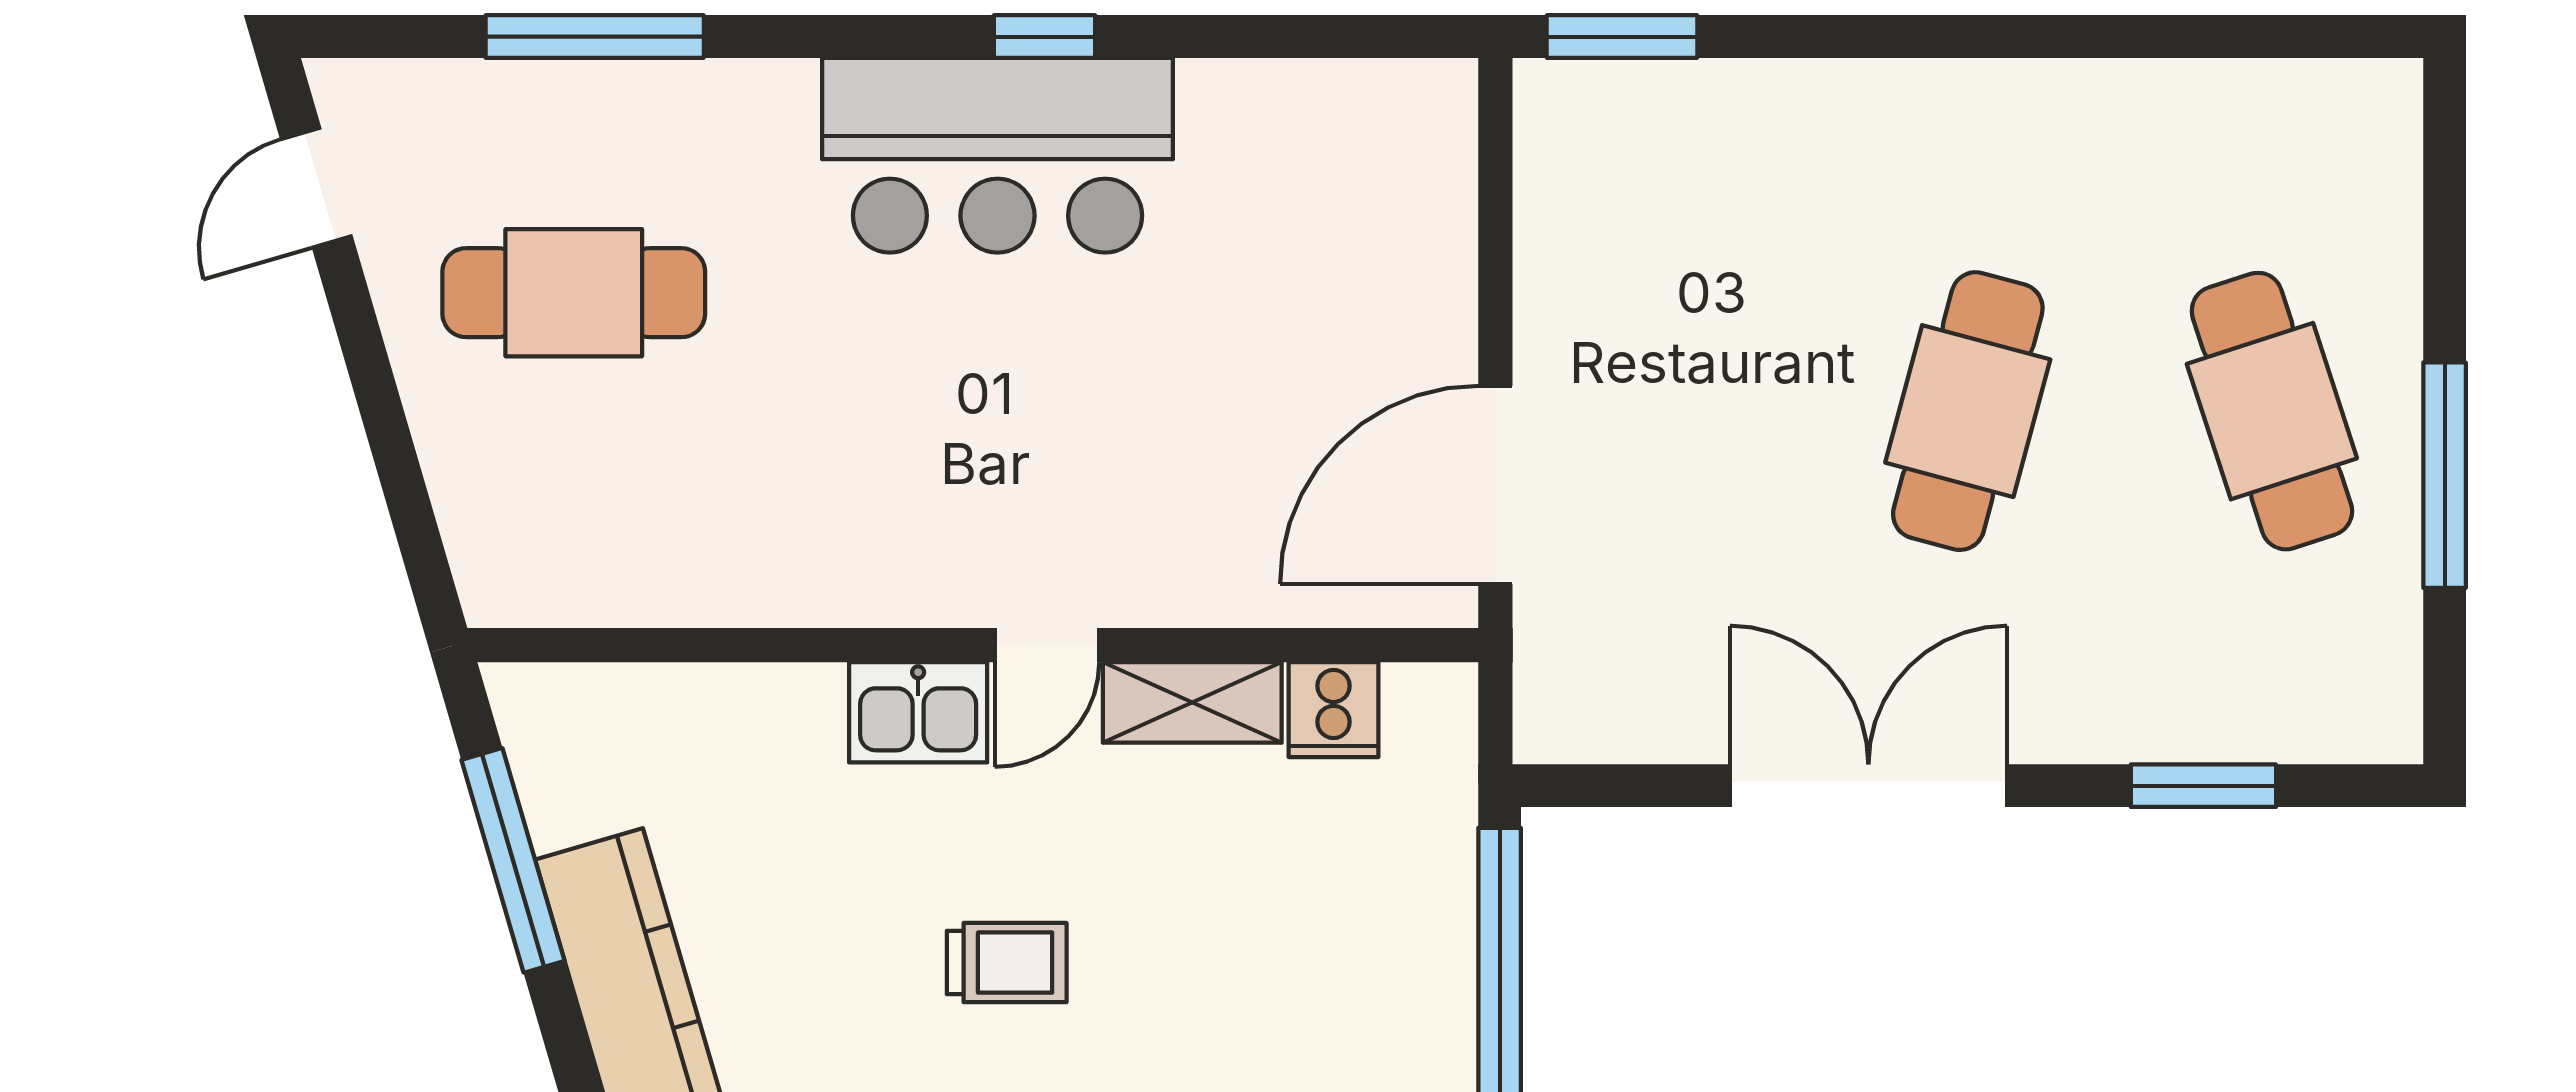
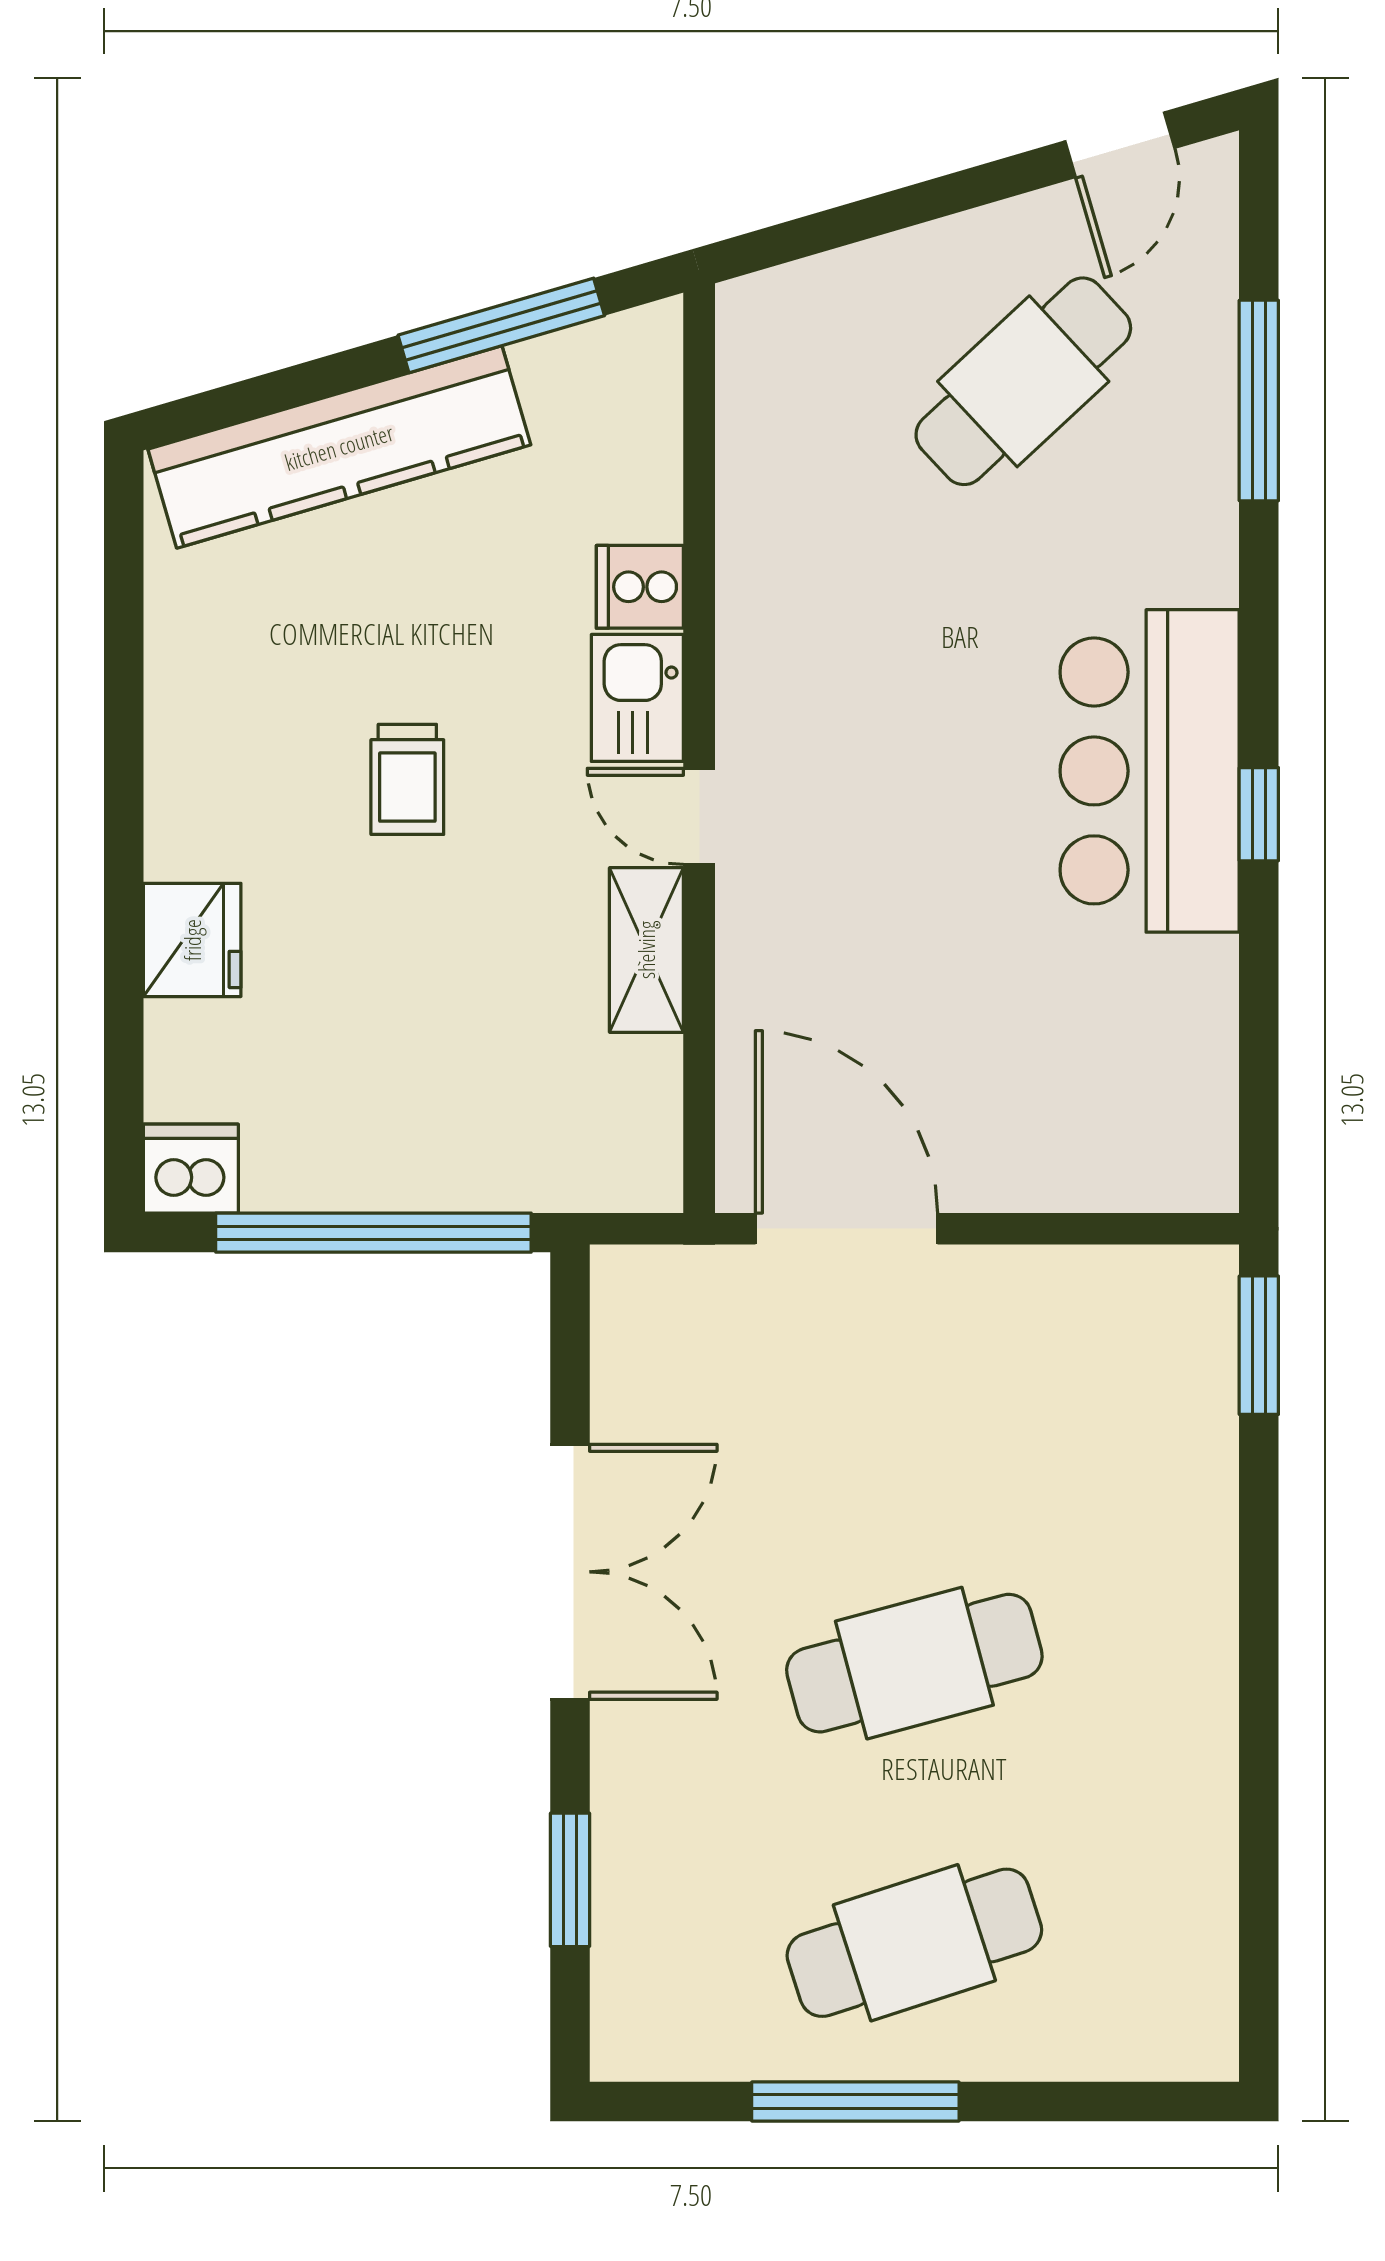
door: (316, 188) -> (1120, 145), swing flipped
cafe table: (574, 293) -> (1023, 381), turned 47
cafe table: (1968, 411) -> (914, 1663), turned -30
cooker: (1333, 710) -> (640, 587), moved

